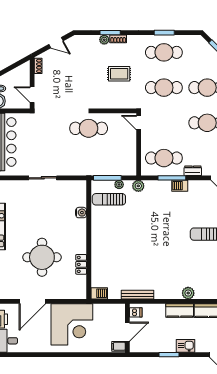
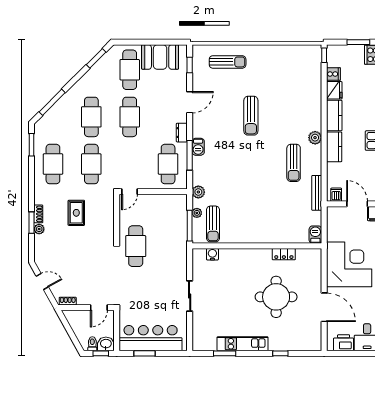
window: (164, 33) -> (31, 145), moved
door: (56, 43) -> (42, 282), hinge flipped
water cooler: (81, 213) -> (212, 254), moved
sun lounger: (165, 273) -> (294, 163), added

